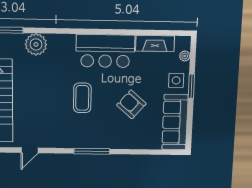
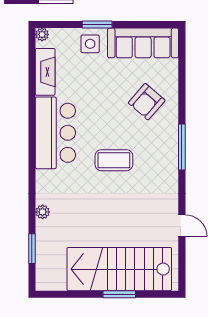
plant: (36, 44) -> (43, 212), width x0.53, depth x0.53
plant: (185, 56) -> (42, 34), moved
armchair: (131, 104) -> (147, 102), moved

